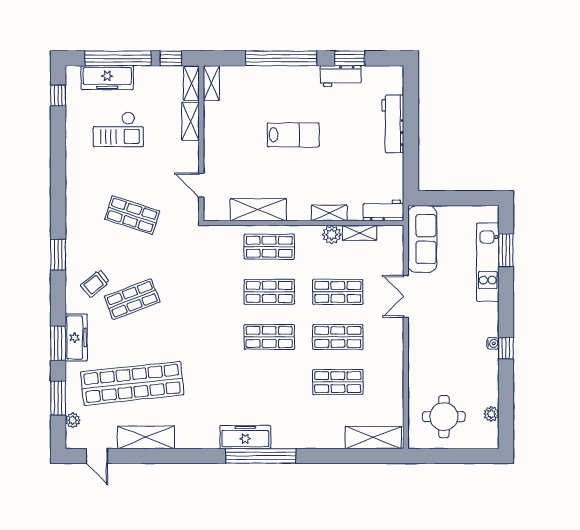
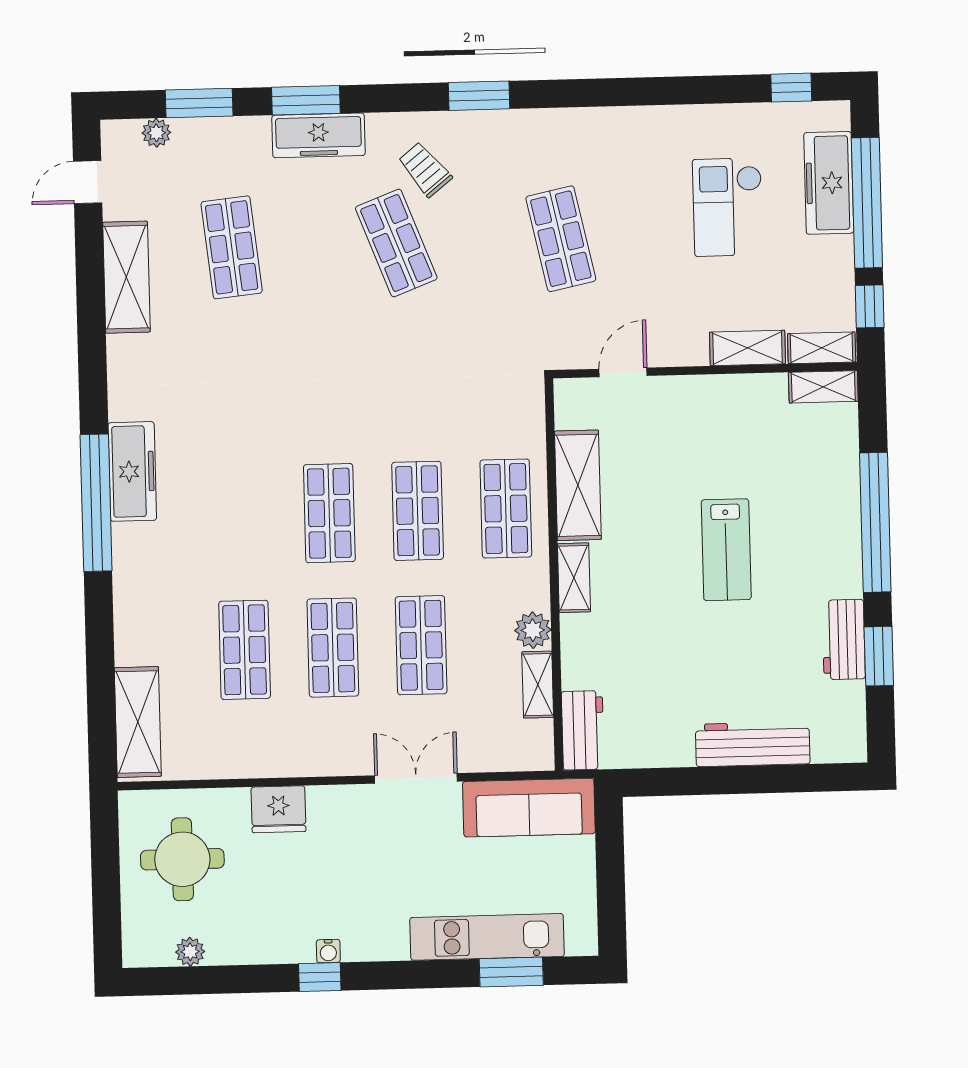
shelving: (329, 213) -> (574, 578), moved
shop shelf: (132, 215) -> (561, 239), turned -30
fridge: (420, 367) -> (278, 809), added
shop shelf: (132, 383) -> (232, 247), width x0.50, depth x0.74

